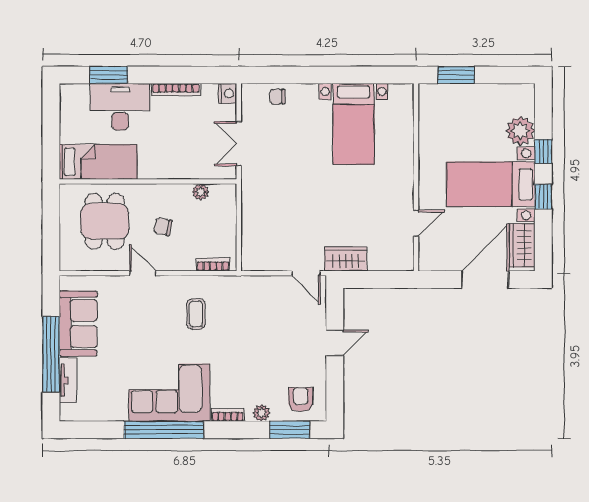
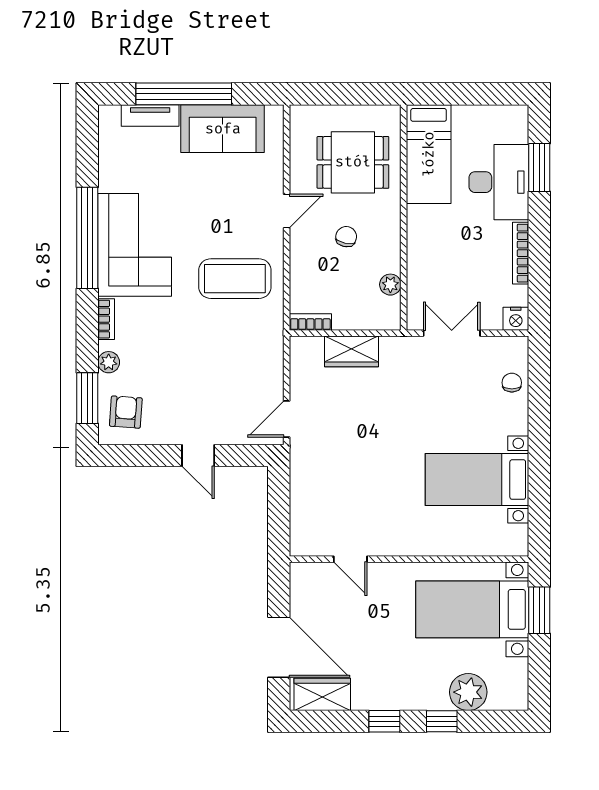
bed with nightstands: (491, 184) -> (472, 609), moved, turned -90
wardrobe: (346, 259) -> (352, 351), moved, turned 90
bookcase: (213, 265) -> (310, 322), moved, turned -90
coffee table: (196, 314) -> (235, 279), width x1.86, depth x1.72
armchair: (301, 399) -> (126, 412), turned -86

